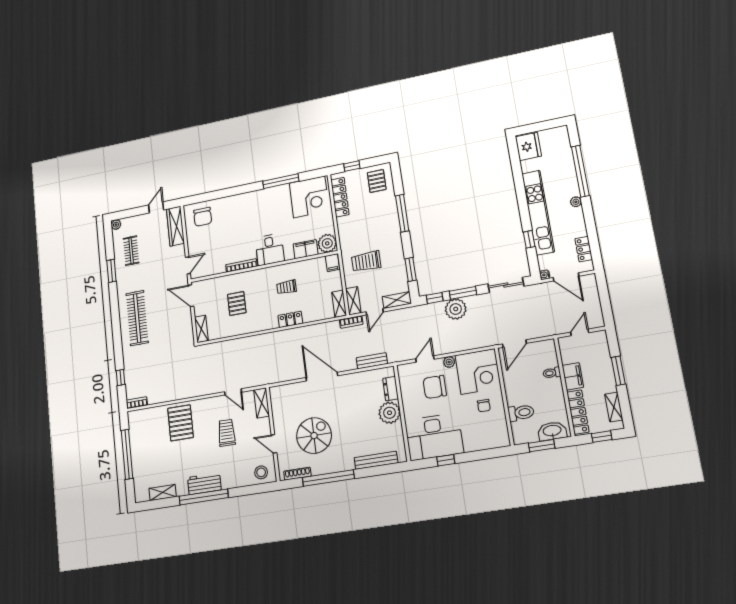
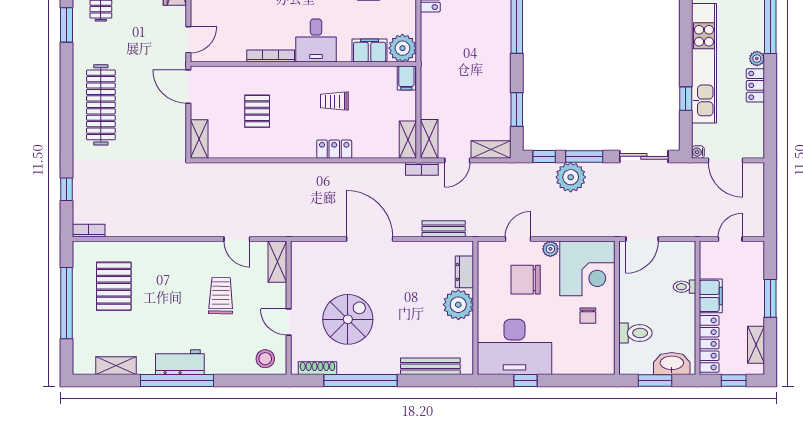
locker: (584, 249) -> (755, 85), moved
trolley: (366, 261) -> (455, 86), removed
pallet: (181, 423) -> (114, 286), moved

